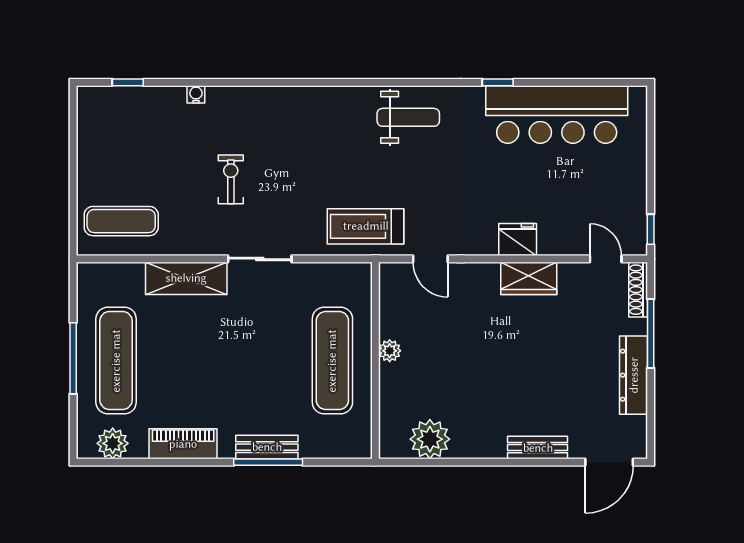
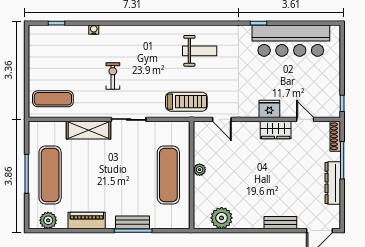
weight bench: (408, 117) -> (200, 51), moved
treadmill: (366, 226) -> (186, 102), turned 180
door: (606, 259) -> (305, 119), moved

